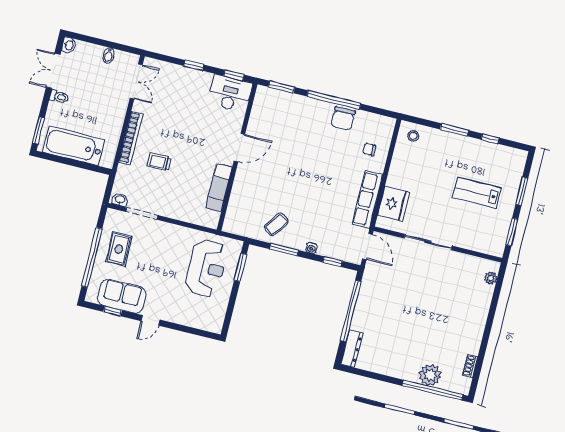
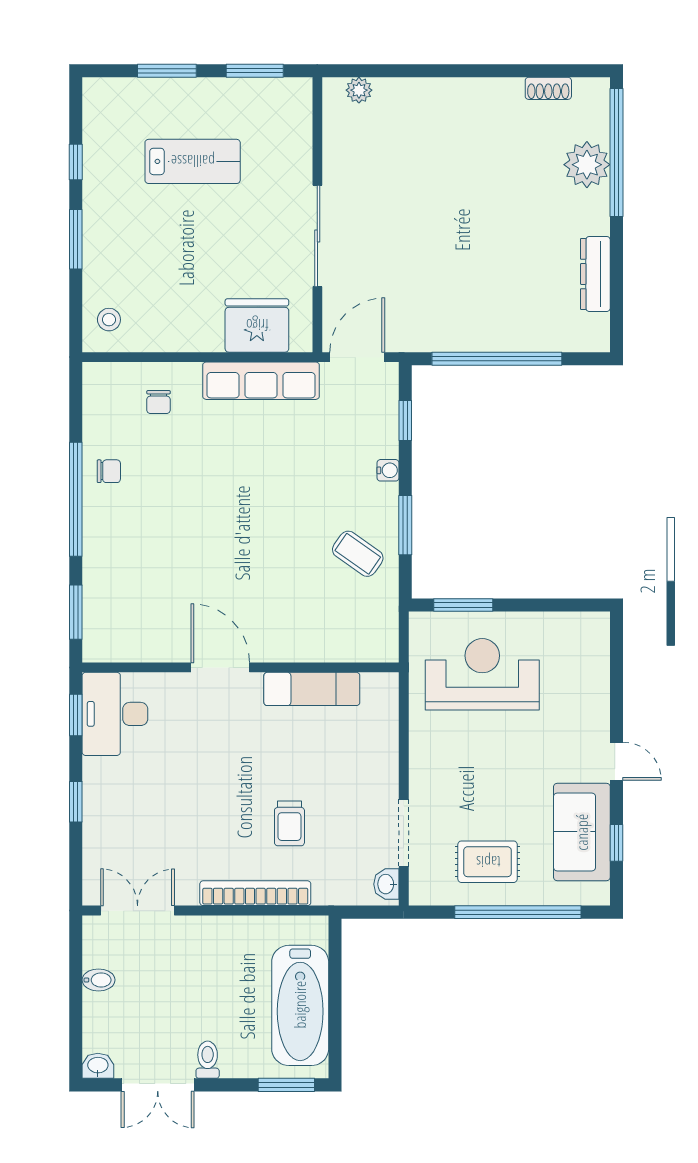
chair: (343, 118) -> (109, 471), width x0.54, depth x0.54
lab bench: (477, 193) -> (193, 161), turned -90
dresser: (352, 349) -> (595, 274), moved, turned -90

